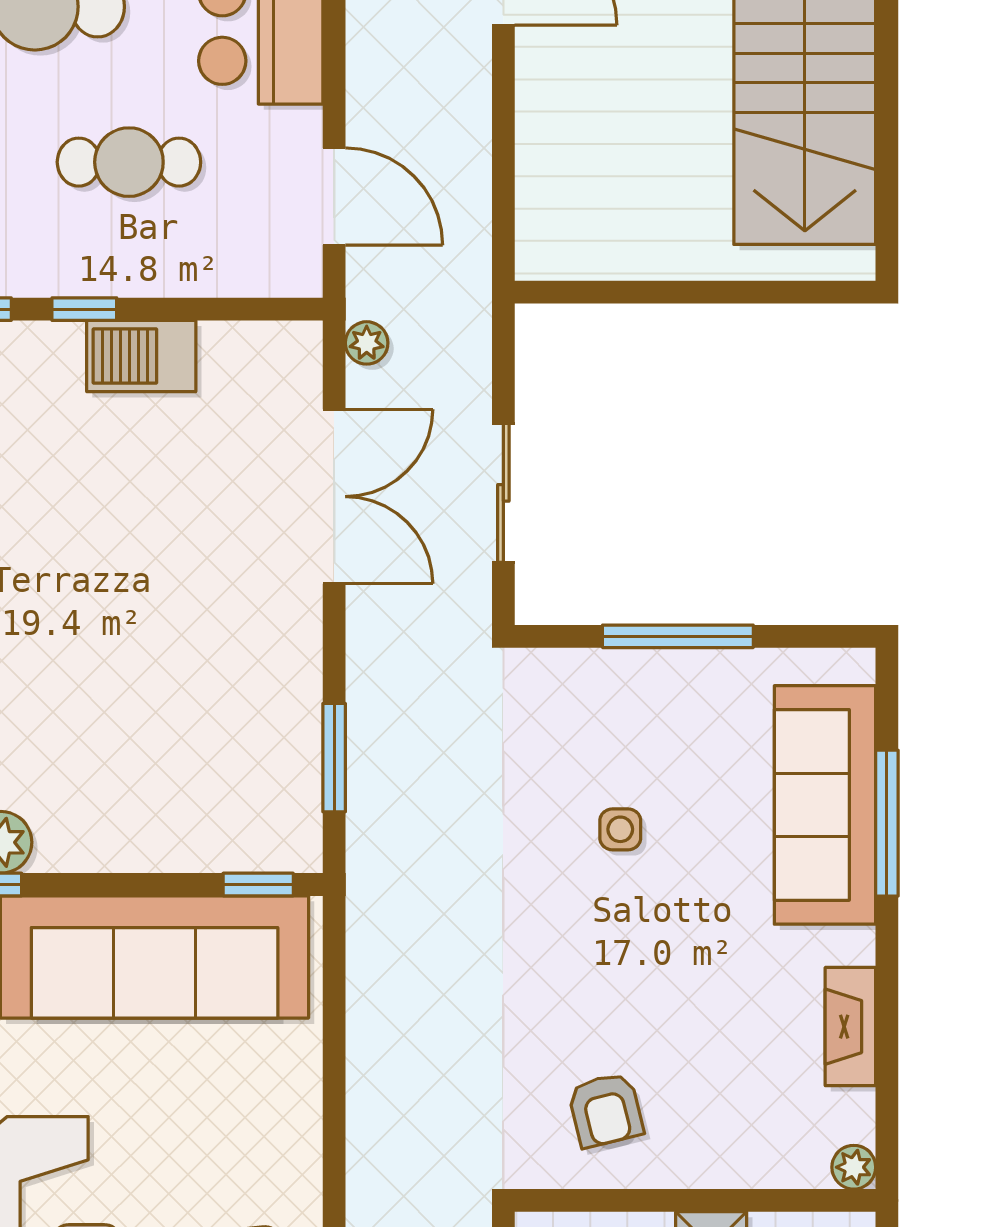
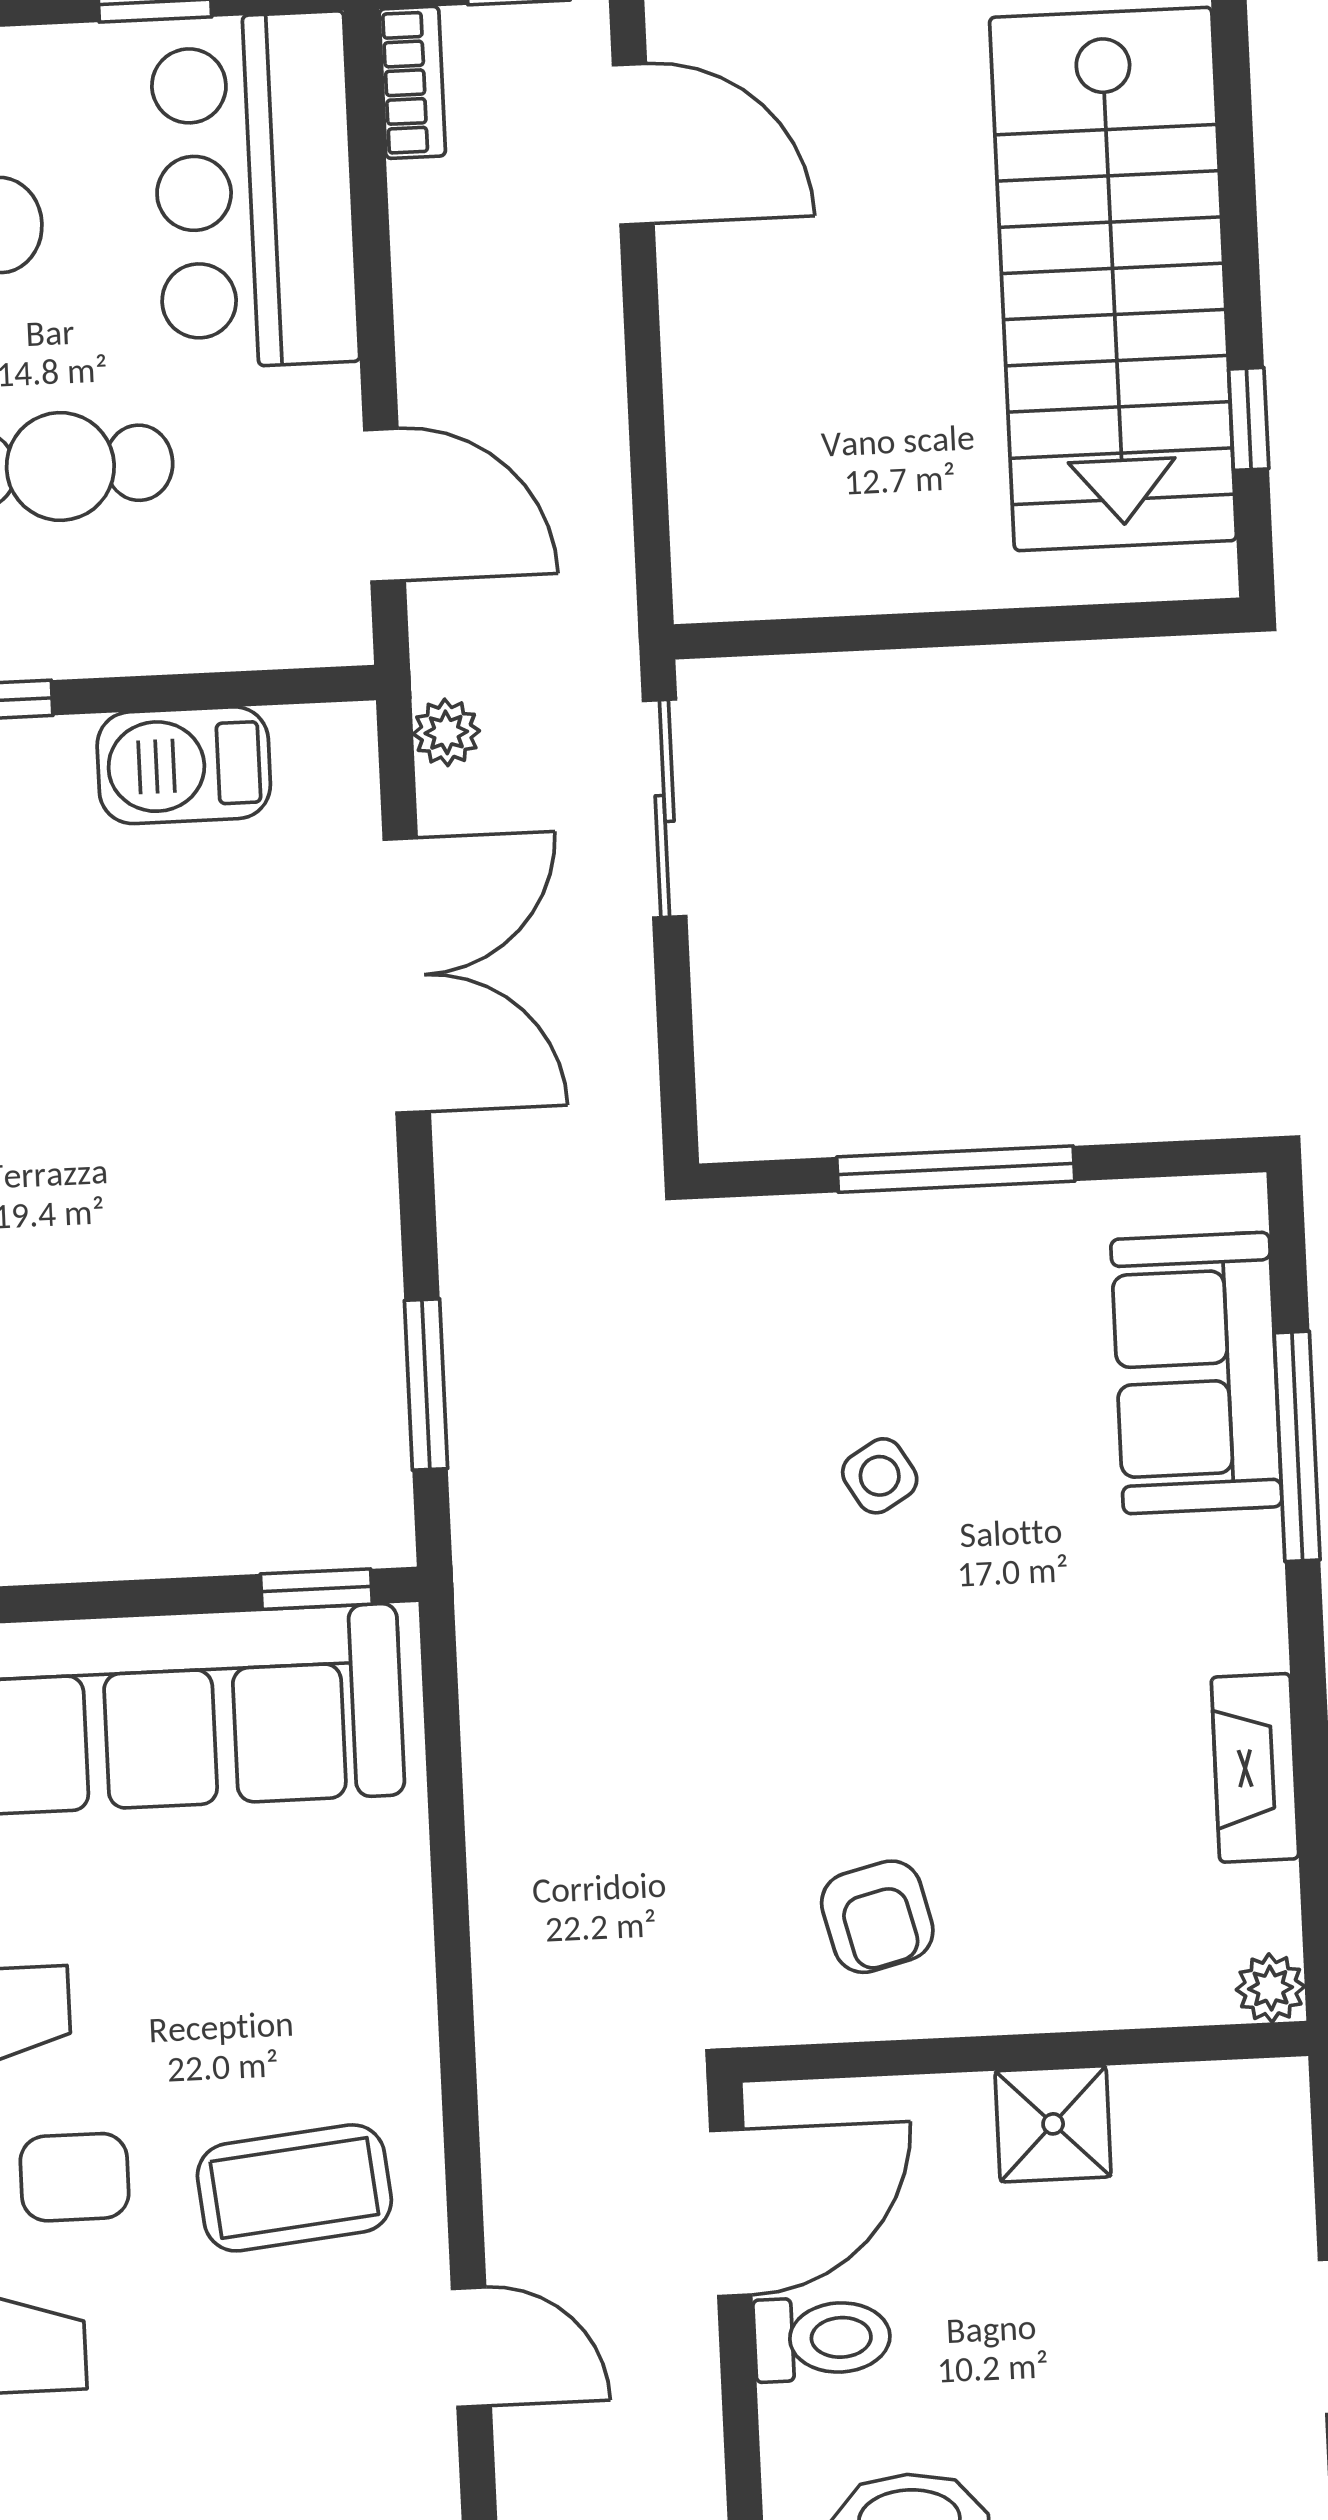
window: (887, 167) -> (1249, 419), added
barbecue: (141, 356) -> (184, 765), moved
sliding door: (503, 493) -> (665, 809), moved
sofa: (825, 805) -> (1196, 1373), width x0.73
side table: (620, 829) -> (880, 1476), turned -31

